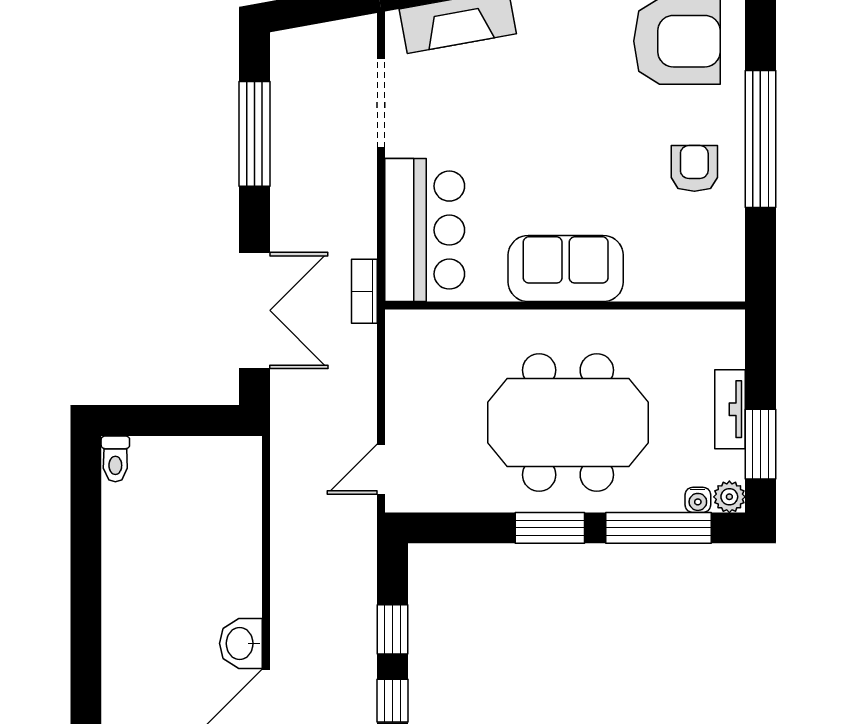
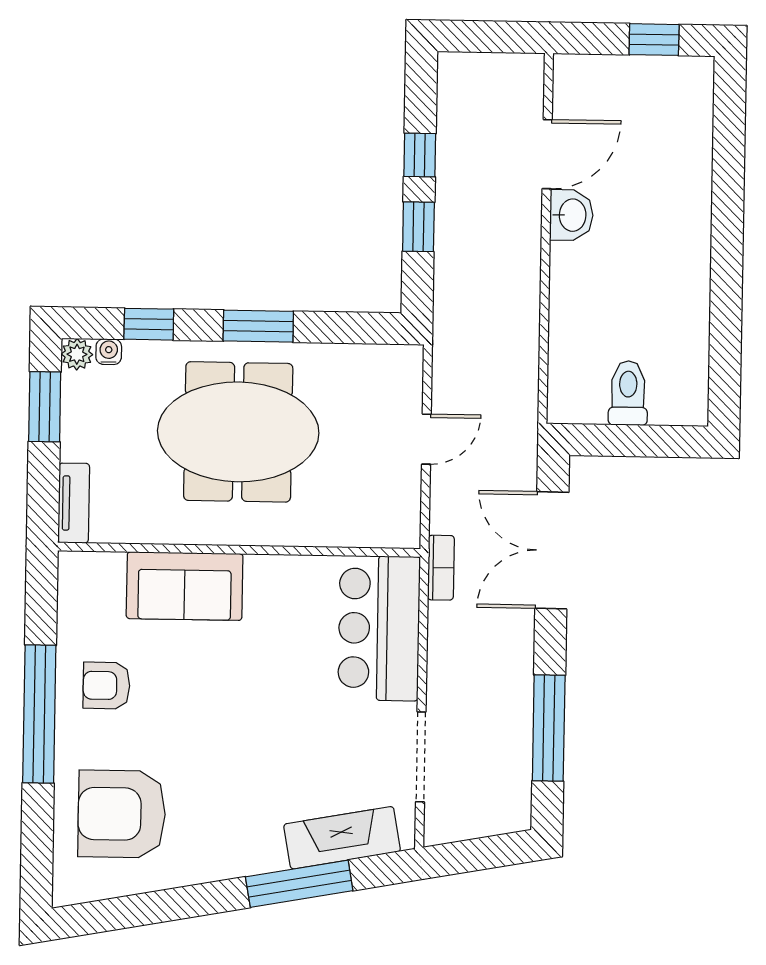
armchair: (694, 168) -> (106, 686), turned 90
sofa: (566, 269) -> (185, 586), moved
tv unit: (730, 409) -> (74, 503), moved
toilet: (115, 459) -> (628, 393), moved, width x1.37, depth x1.39
door: (381, 469) -> (426, 439), moved
window: (658, 528) -> (149, 324), width x0.46

